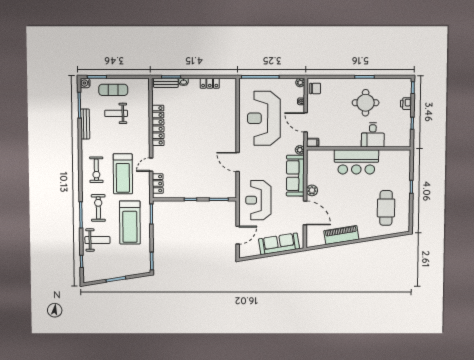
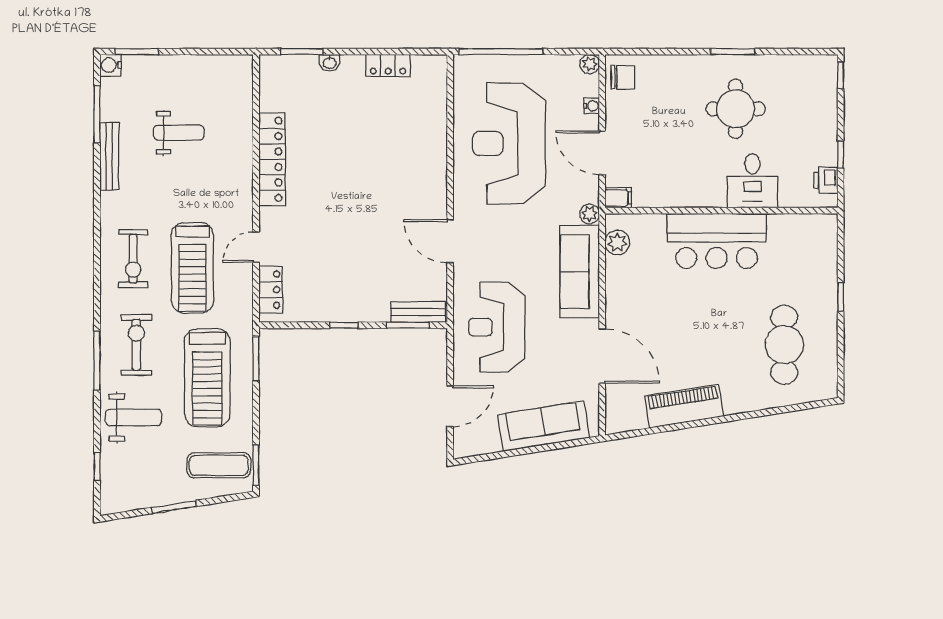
bench: (166, 83) -> (418, 312), moved
exercise mat: (113, 90) -> (219, 465), moved
printer: (406, 104) -> (826, 180), moved
weight bench: (116, 113) -> (179, 133), turned 180
plant: (312, 190) -> (617, 242), moved

